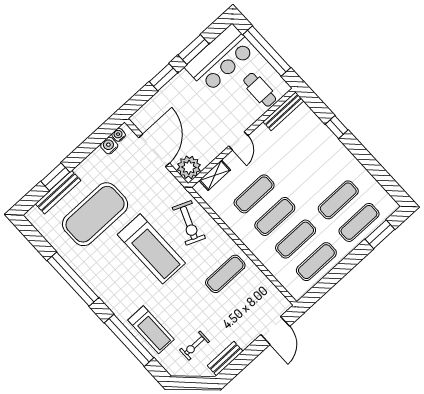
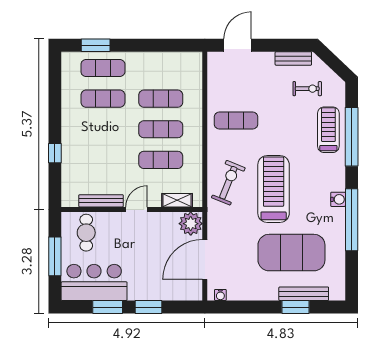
window: (267, 51) -> (55, 256), width x0.68
bench: (283, 111) -> (101, 201), moved
water cooler: (109, 146) -> (338, 199), moved, turned -90
exercise mat: (316, 262) -> (161, 68), removed

